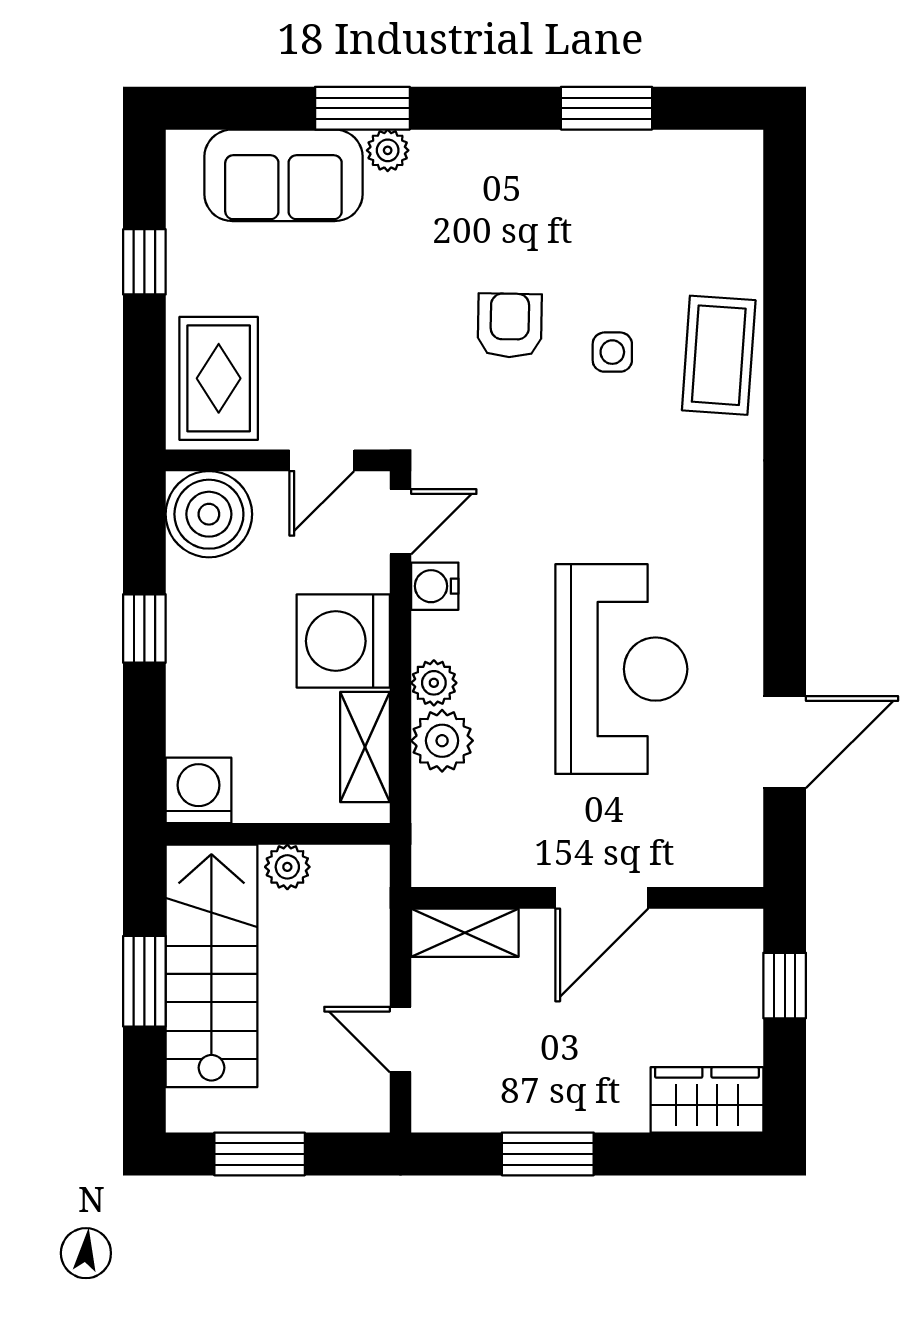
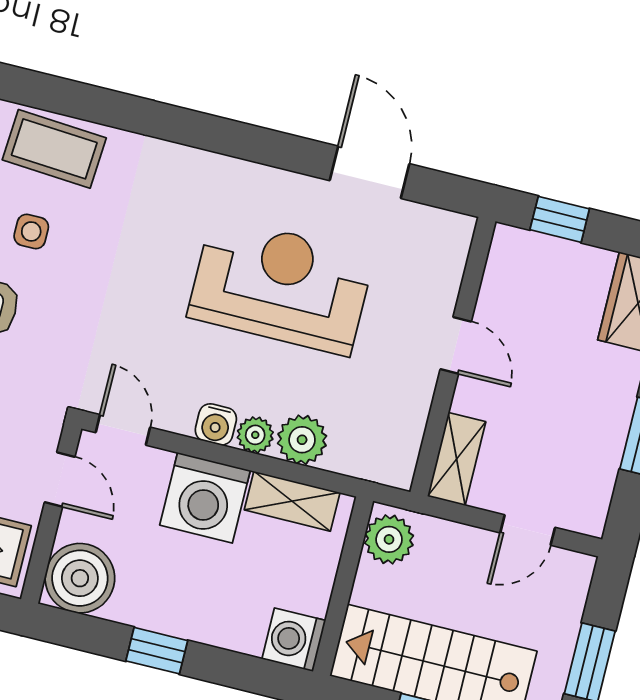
water cooler: (435, 586) -> (216, 424), moved
plant: (287, 867) -> (389, 539), moved, width x1.38, depth x1.38
door: (602, 898) -> (456, 345), width x0.73

